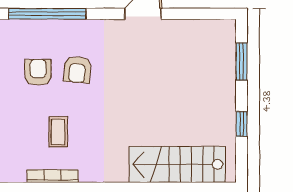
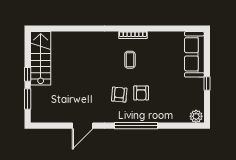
window: (241, 124) -> (28, 74), moved
stairs: (177, 164) -> (41, 58), moved, turned -90

